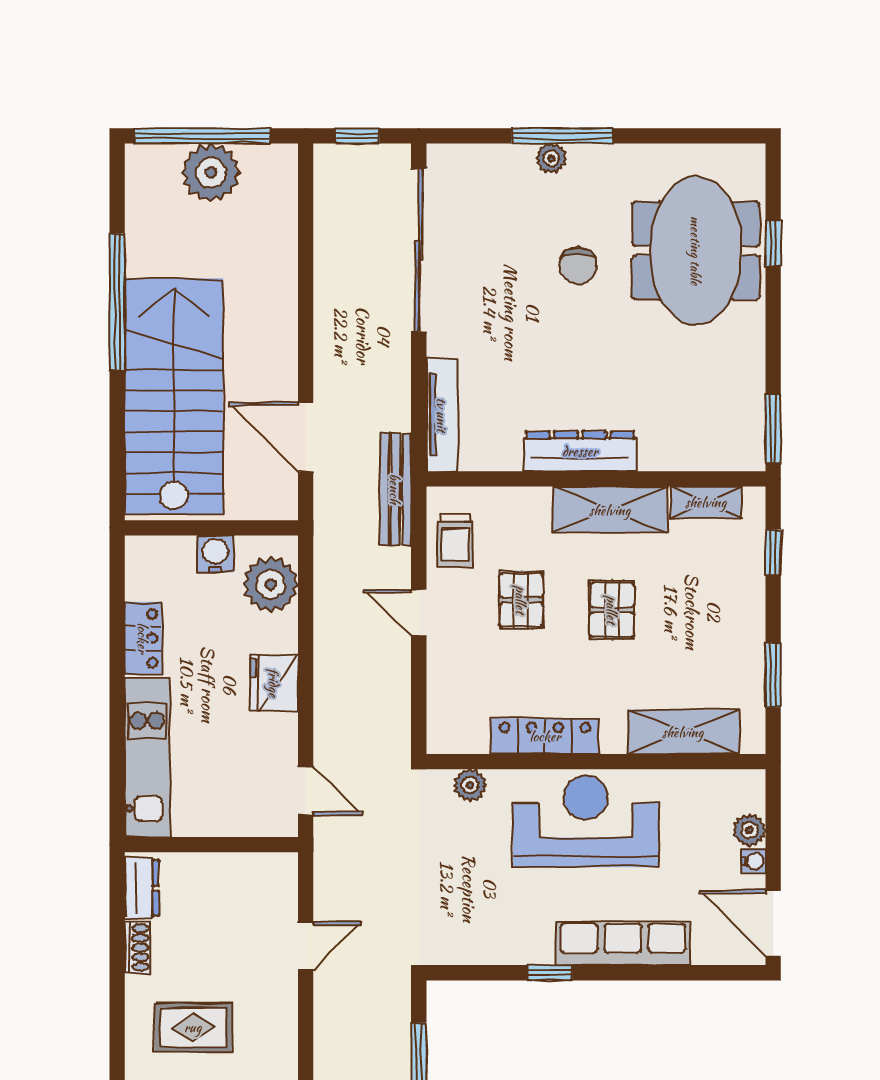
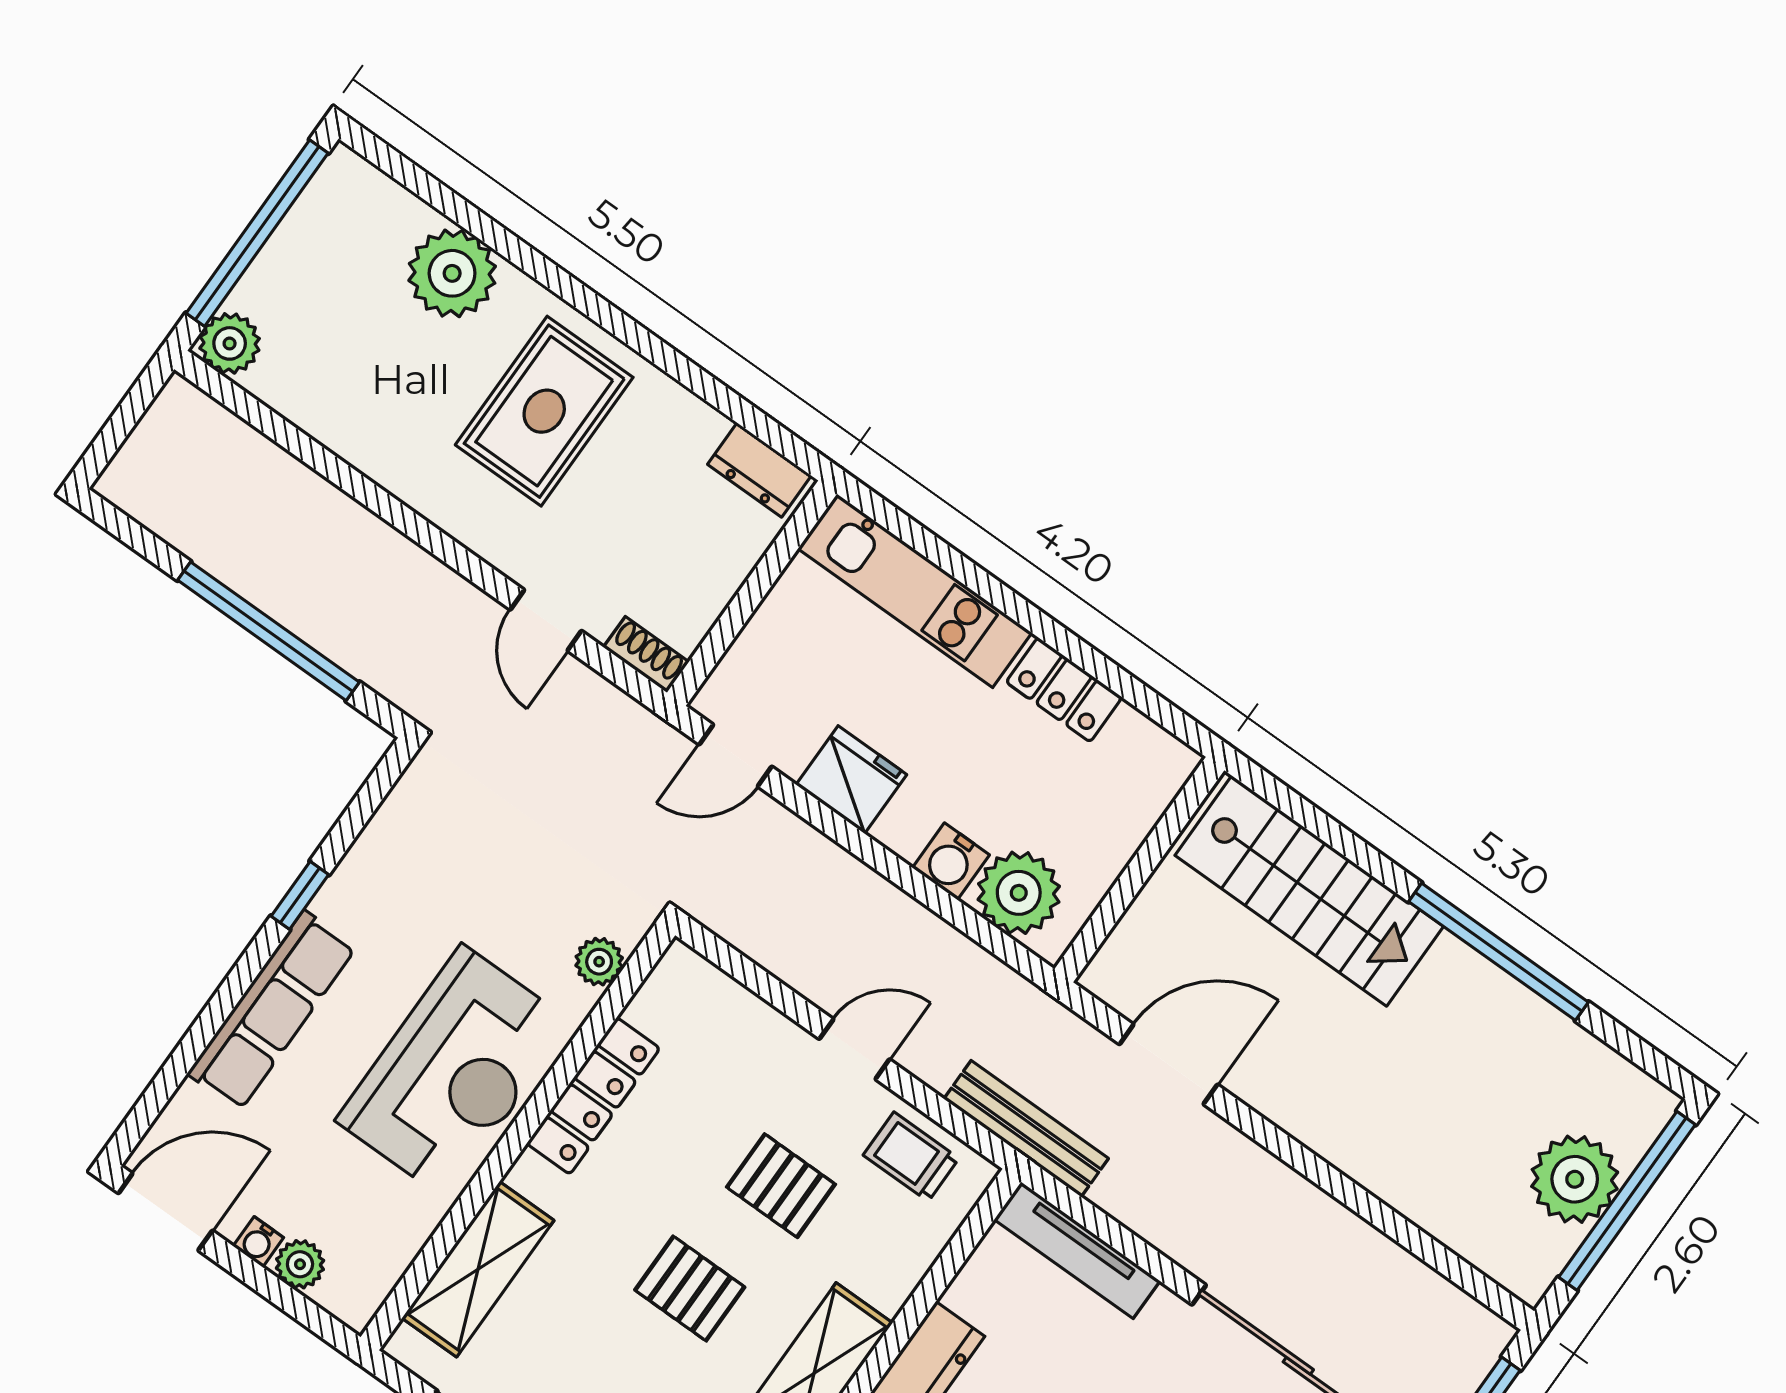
stairs: (174, 396) -> (1309, 891), width x0.73, depth x0.66
water cooler: (215, 554) -> (951, 861), moved, turned 90
fridge: (274, 683) -> (851, 780), moved
shoe rack: (137, 948) -> (646, 654), moved, turned 180
rug: (193, 1027) -> (544, 411), width x1.36, depth x1.43

